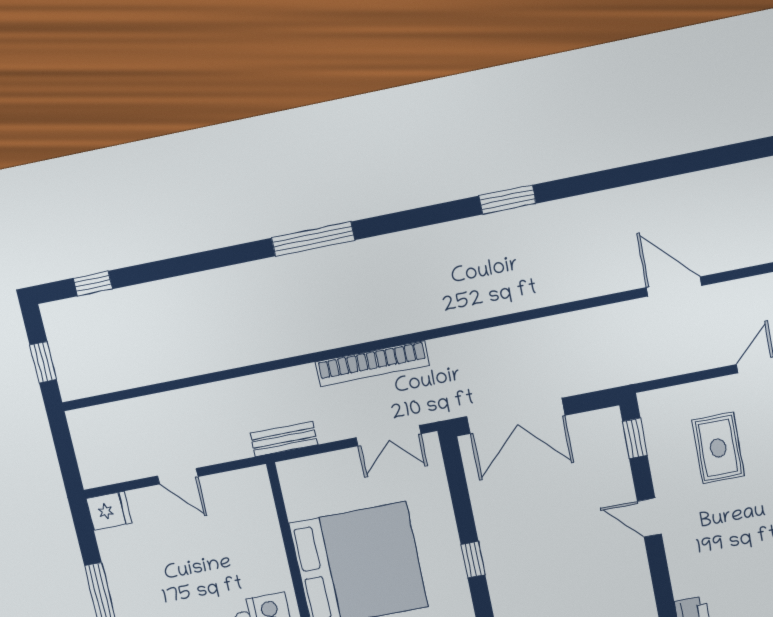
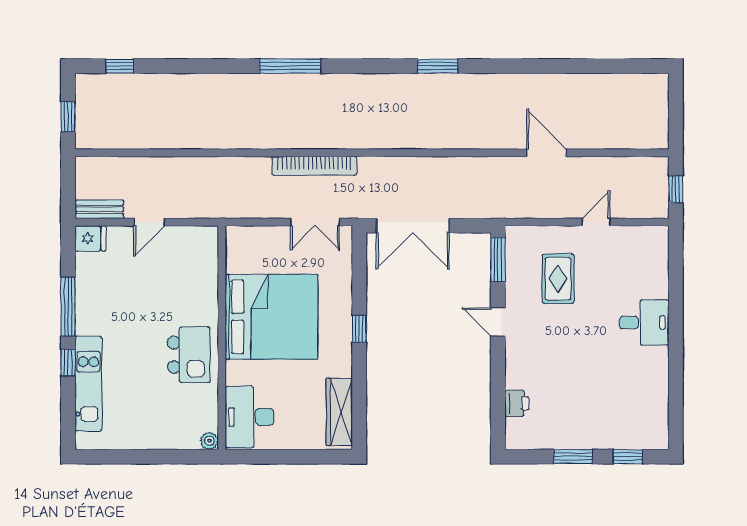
window: (635, 438) -> (498, 260), width x1.50
bench: (284, 439) -> (99, 209), moved
door: (178, 476) -> (149, 222), hinge flipped

